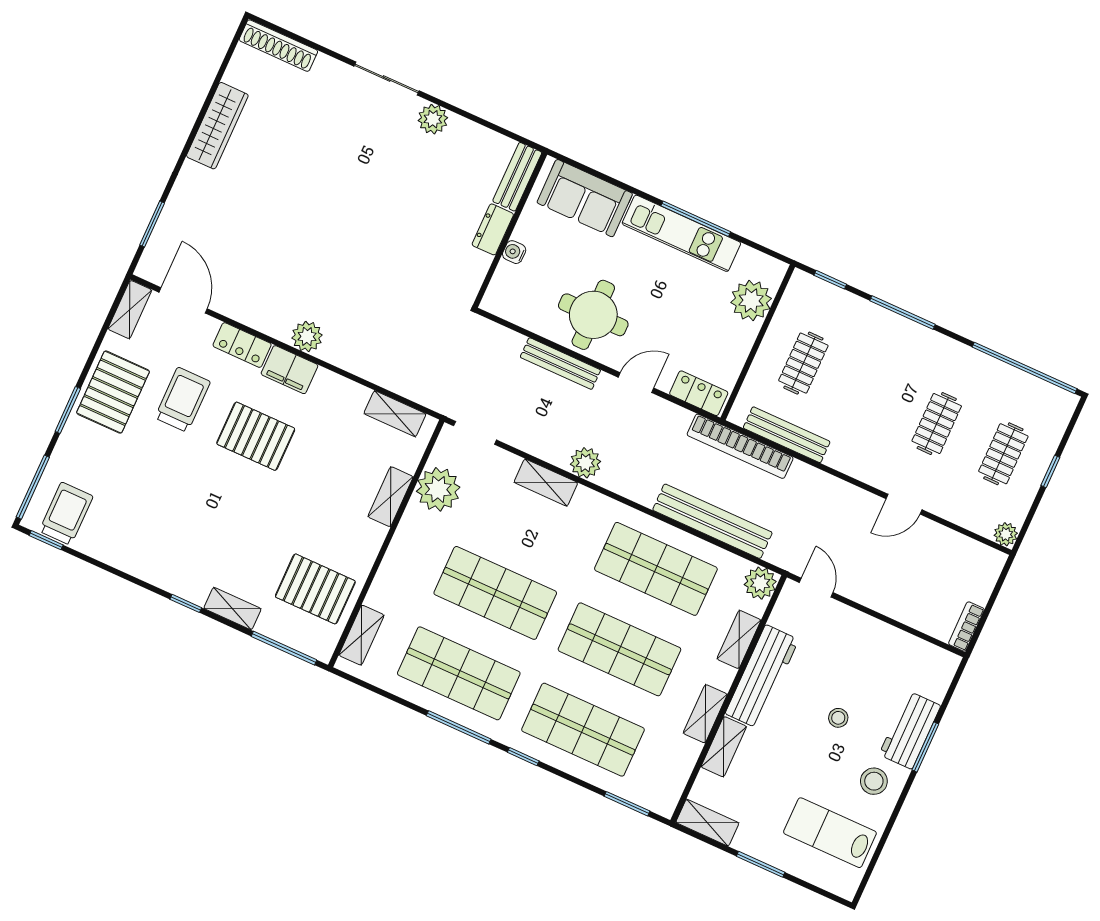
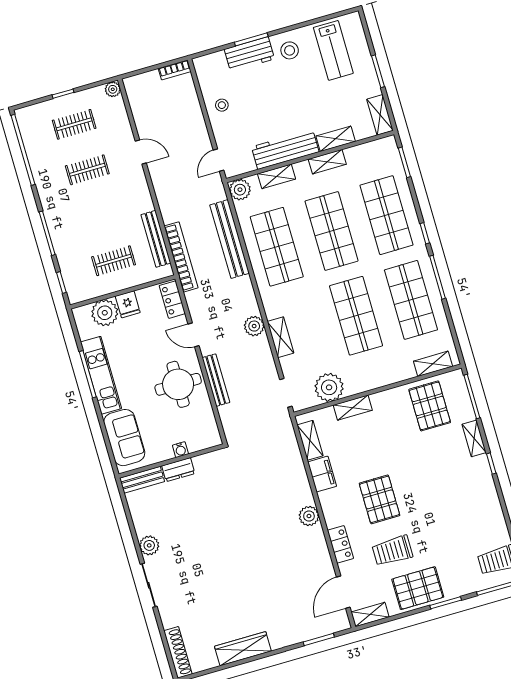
fridge: (738, 336) -> (128, 304), added
filing cabinet: (289, 370) -> (322, 474), moved
stool: (838, 718) -> (222, 105), moved

